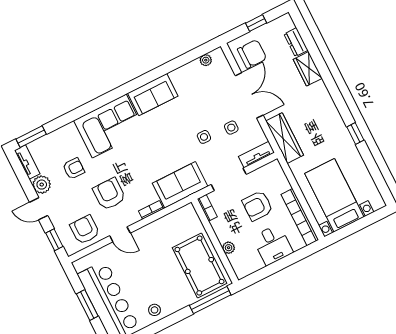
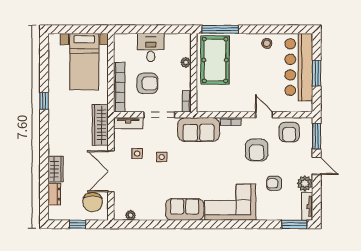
chair: (252, 54) -> (93, 202), turned -90
bookcase: (300, 217) -> (119, 87), moved
window: (54, 240) -> (317, 136), width x1.50

